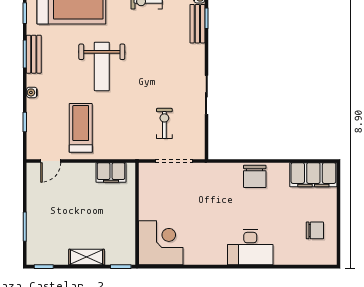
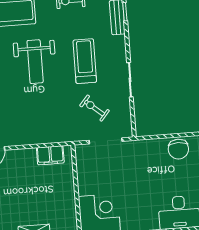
exercise bike: (164, 123) -> (94, 108), turned -50
treadmill: (81, 128) -> (85, 61), moved

